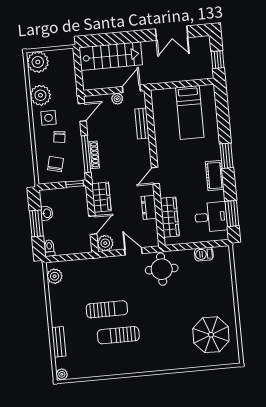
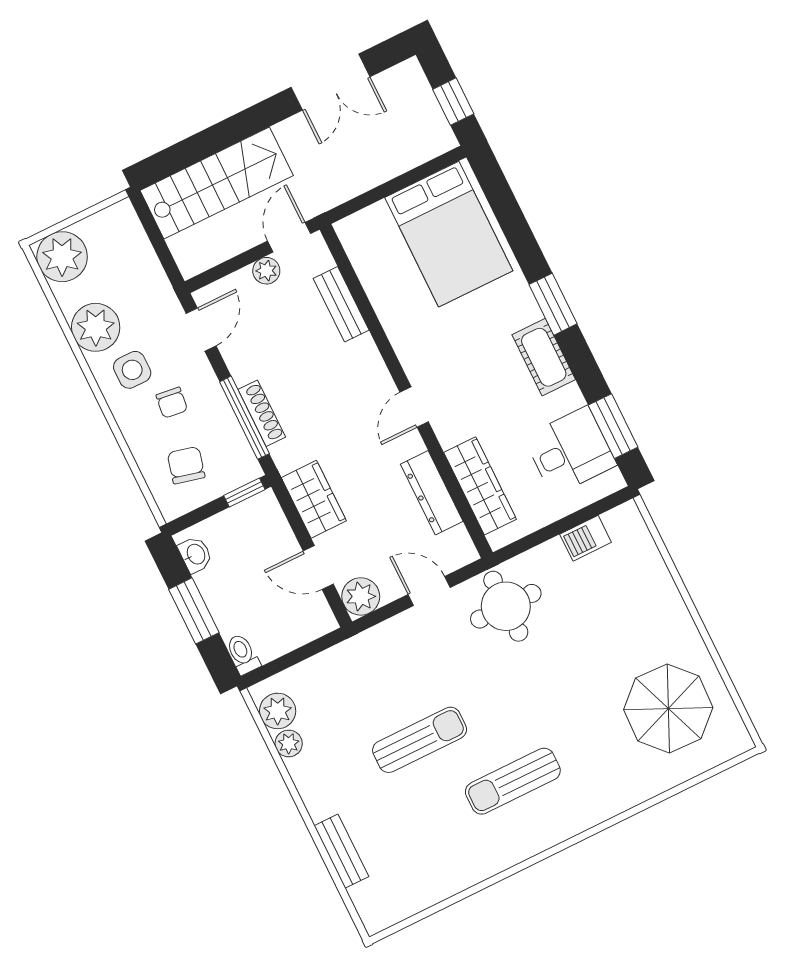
bed: (190, 112) -> (449, 234), width x1.50
dresser: (149, 207) -> (432, 493), width x1.44
washbasin: (47, 213) -> (195, 555), moved
door: (93, 225) -> (318, 568), swing flipped
sun lounger: (118, 335) -> (513, 781), moved
plant: (62, 374) -> (289, 743), moved

